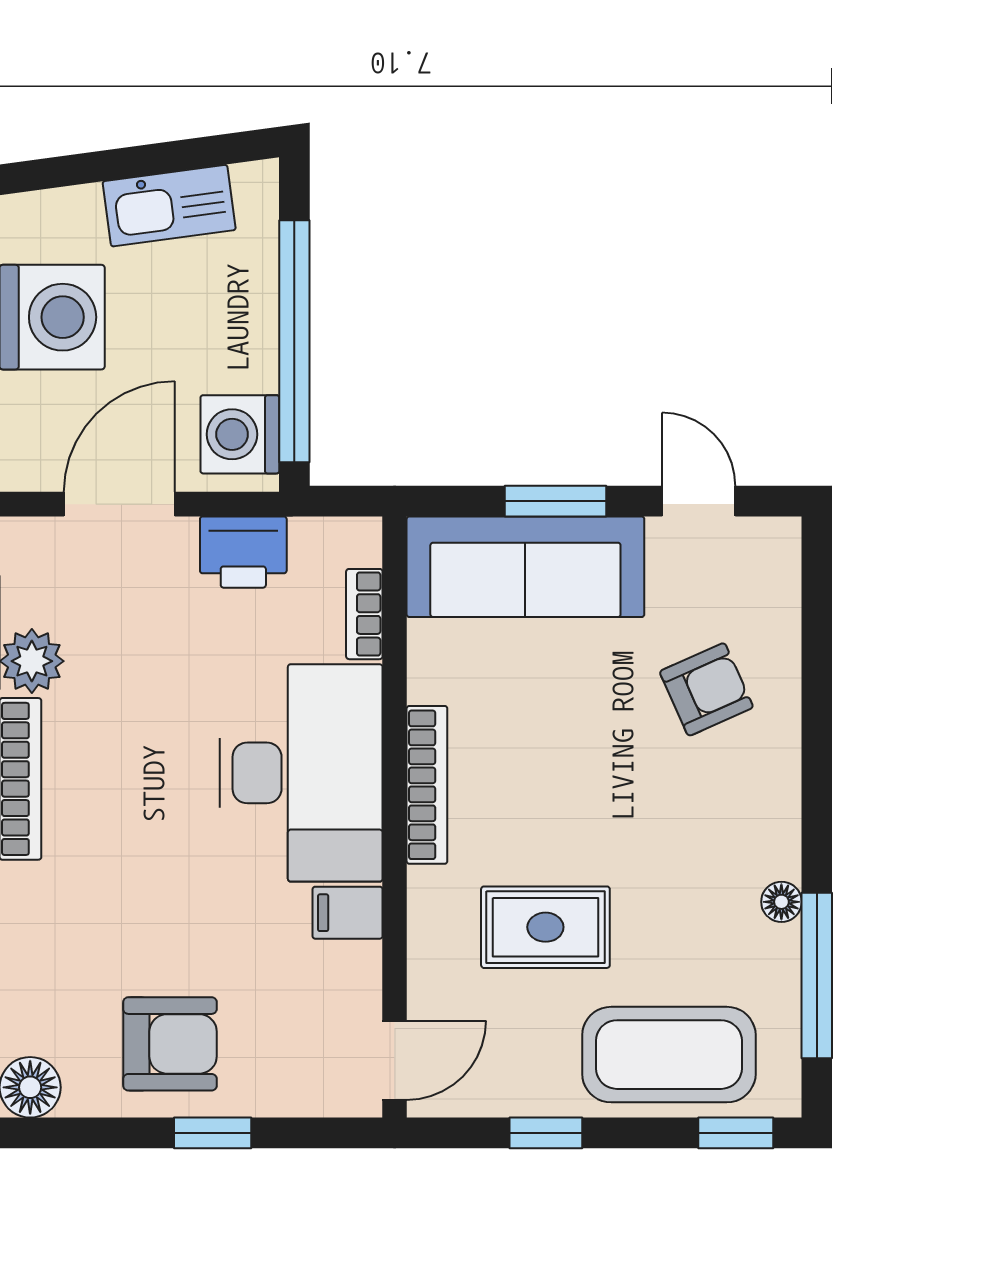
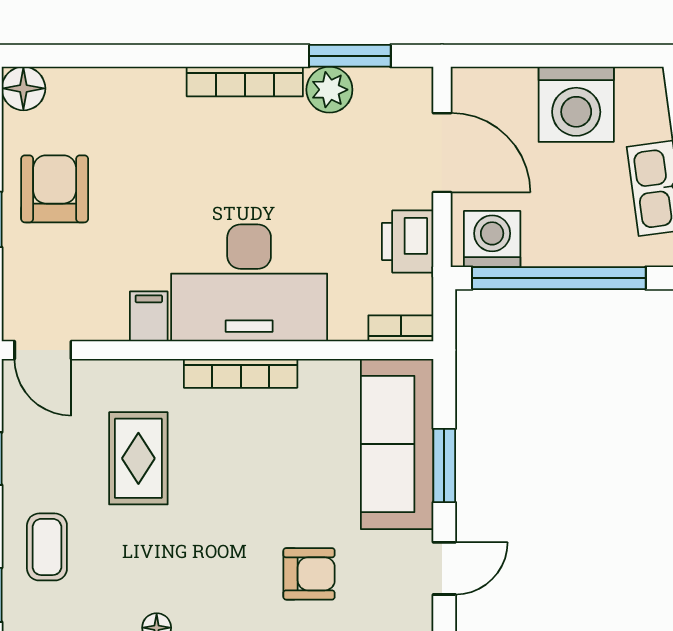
bookcase: (364, 614) -> (401, 328), moved
armchair: (706, 689) -> (309, 574), turned -66
armchair: (170, 1044) -> (55, 189), turned 180
coffee table: (669, 1055) -> (47, 547), width x0.54, depth x0.58

